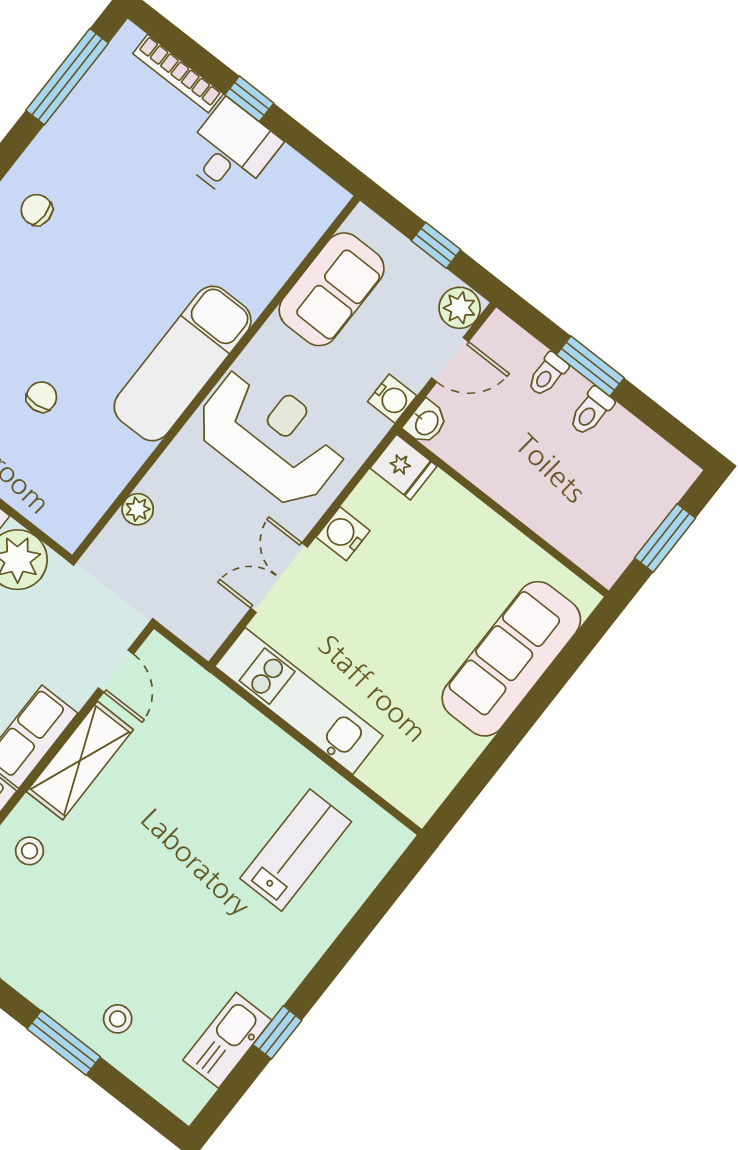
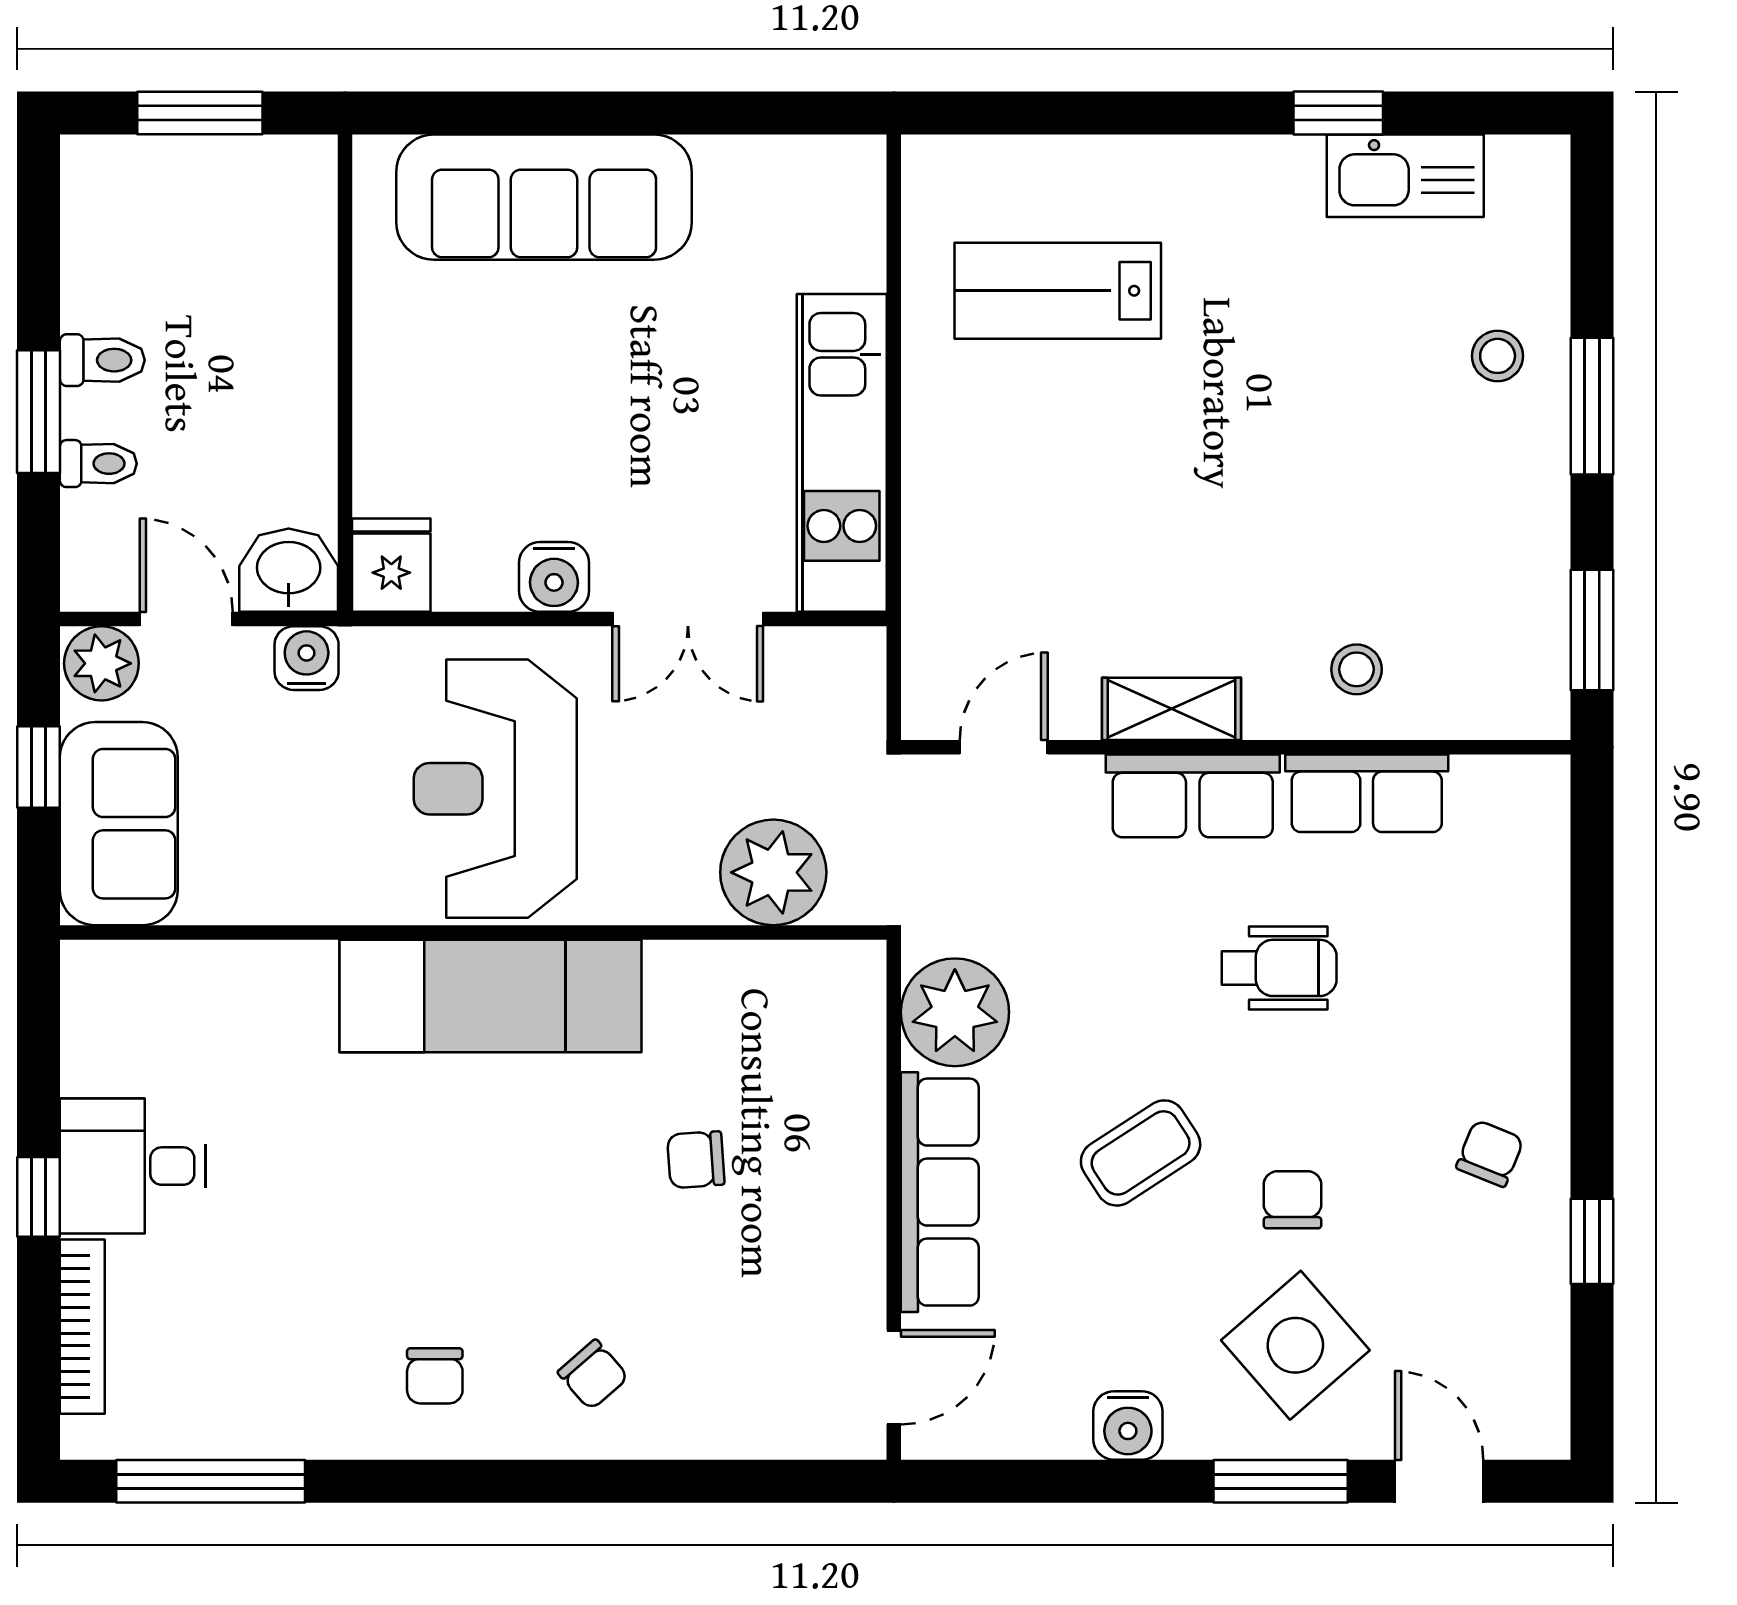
sofa: (332, 289) -> (119, 824), moved, turned 90
washbasin: (426, 422) -> (289, 570), width x1.38, depth x1.45
plant: (138, 509) -> (773, 872), width x1.87, depth x1.87
shelving: (80, 761) -> (1171, 709), width x0.67, depth x0.75

